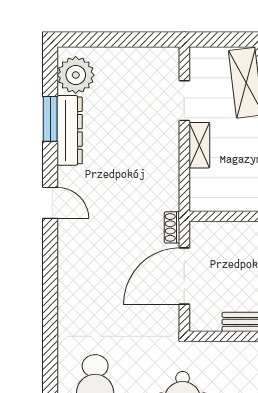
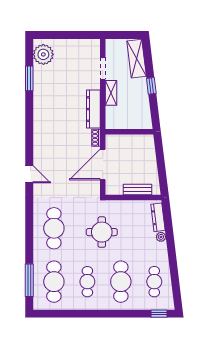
dresser: (70, 130) -> (93, 109), moved, turned 180
door: (50, 203) -> (29, 174), moved

